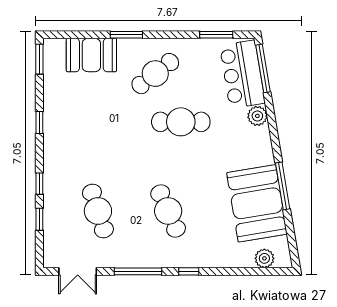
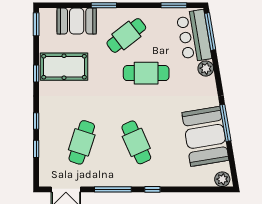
pool table: (75, 114) -> (64, 67), added
cafe table: (98, 211) -> (82, 142), turned 36
plant: (264, 258) -> (222, 179), moved

